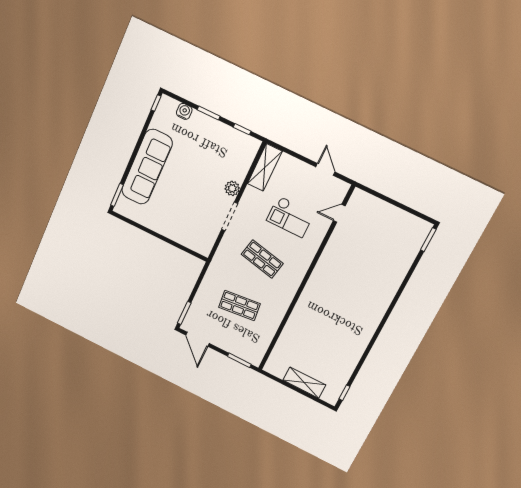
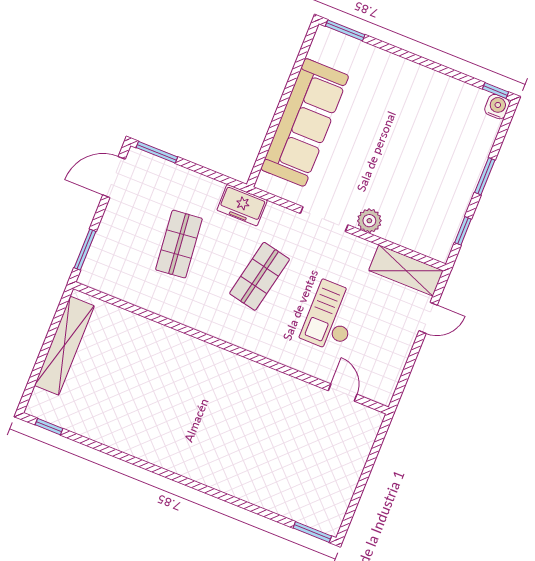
water cooler: (184, 111) -> (497, 107), moved, turned -90
sofa: (147, 167) -> (305, 122), moved, turned -90
door: (325, 169) -> (428, 318), moved
freezer: (218, 266) -> (242, 205), added
shelving: (304, 383) -> (64, 346), width x1.47

